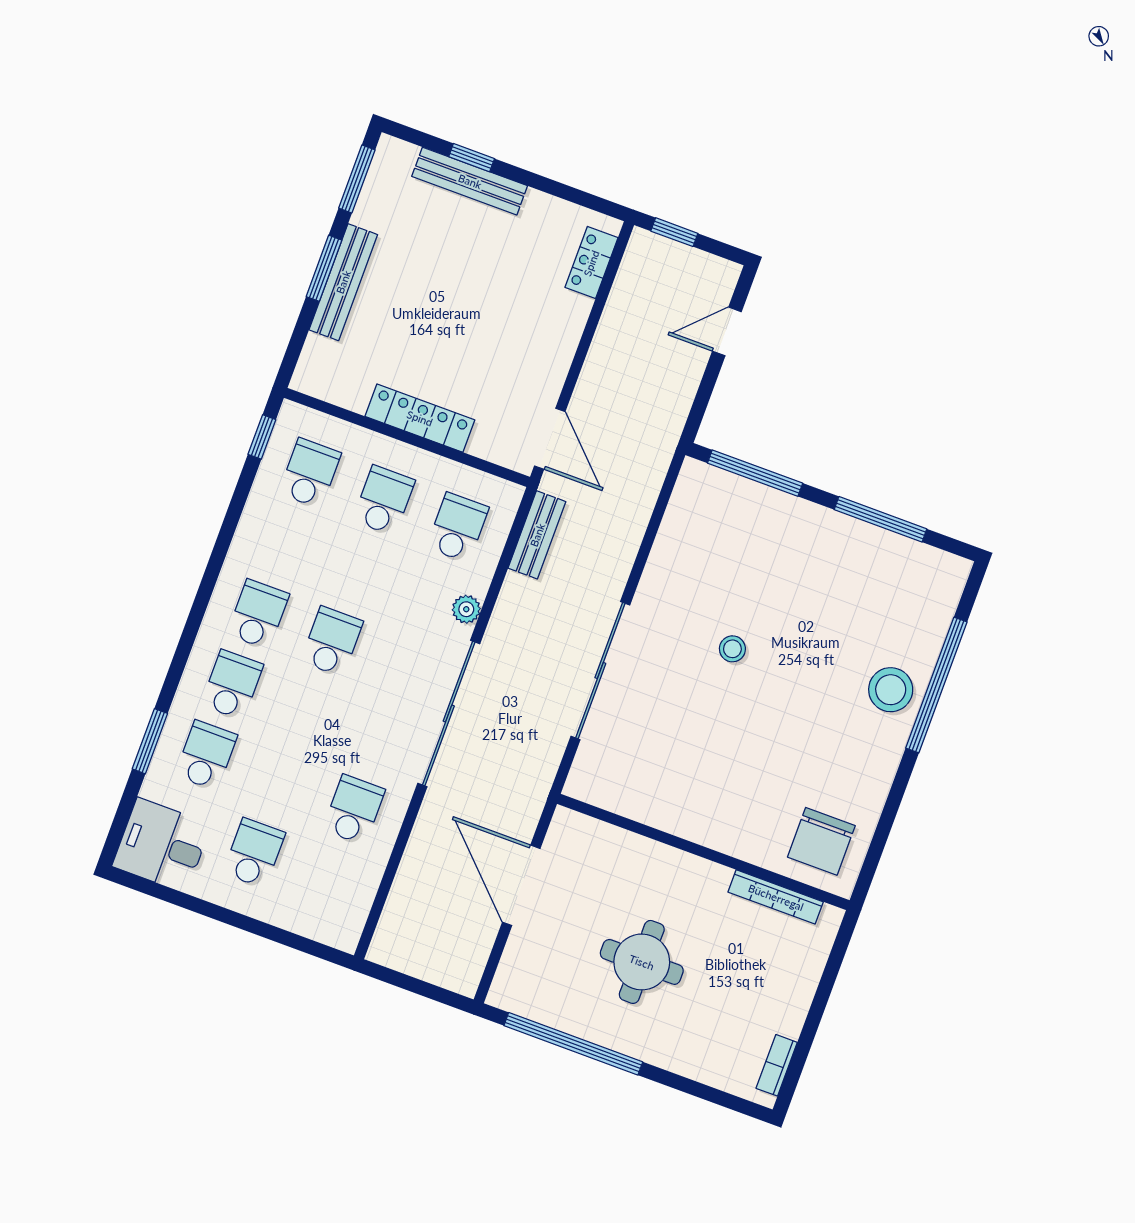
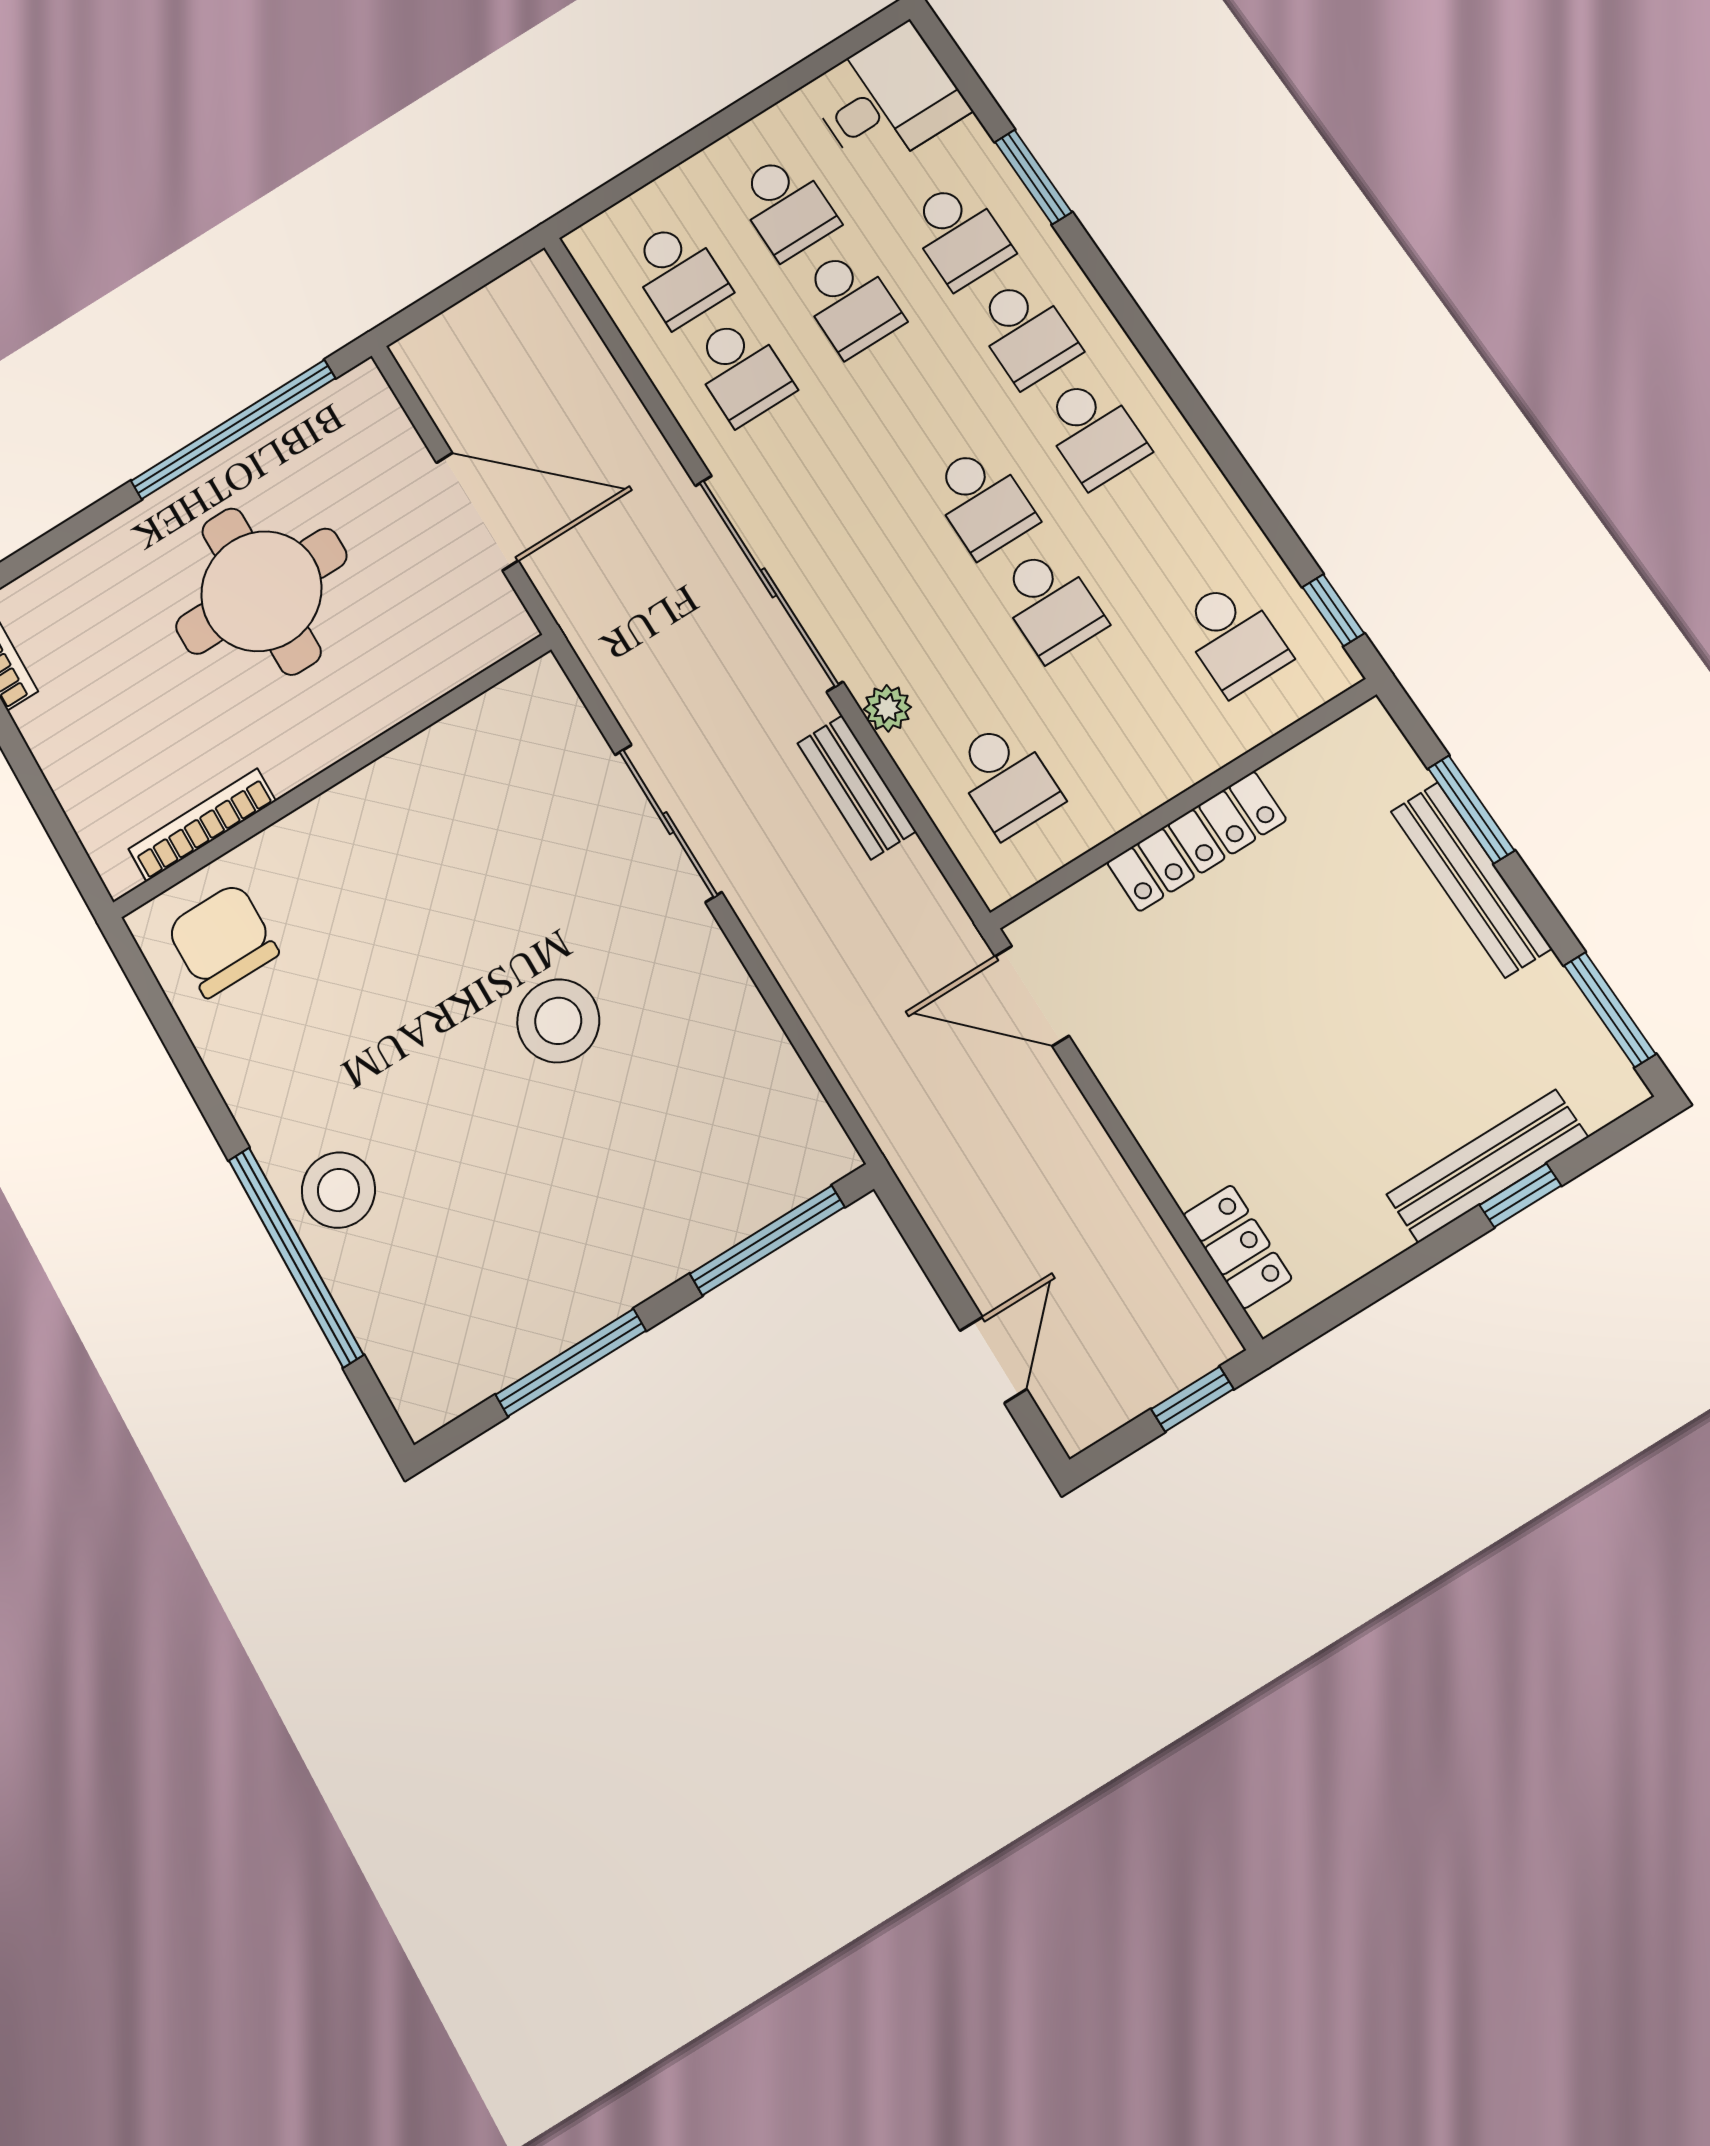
window: (324, 268) -> (1471, 809), moved
school desk: (384, 500) -> (1050, 604), moved
bench: (537, 535) -> (857, 787), moved
stool: (732, 649) -> (558, 1021), width x1.89, depth x1.89
sliding door: (600, 671) -> (668, 823), width x0.73
school desk: (280, 782) -> (850, 303), added
school desk: (328, 880) -> (678, 274), added
round table: (642, 962) -> (261, 591), width x1.36, depth x1.36

